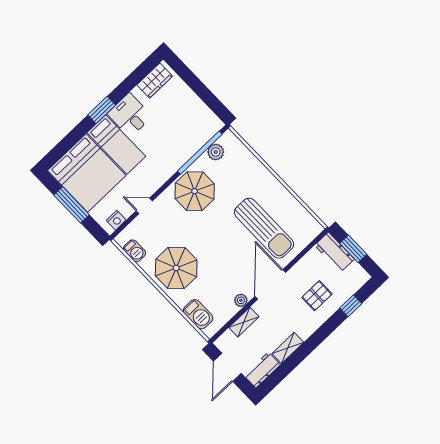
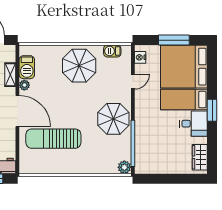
plant: (216, 152) -> (124, 167), moved
barbecue: (198, 314) -> (27, 67), moved, turned -90

